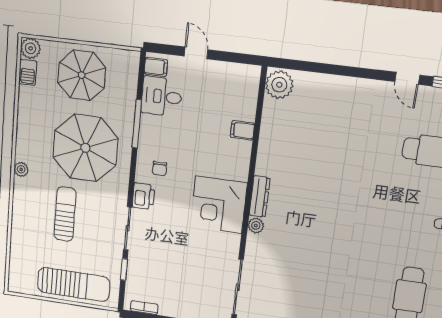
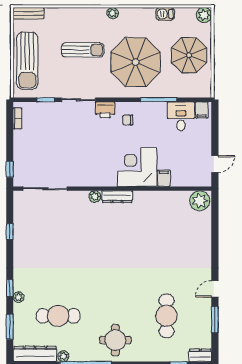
door: (196, 53) -> (215, 164), moved
barbecue: (28, 72) -> (165, 14), moved
corner desk: (219, 205) -> (137, 167), moved
bench: (15, 274) -> (28, 13), added

